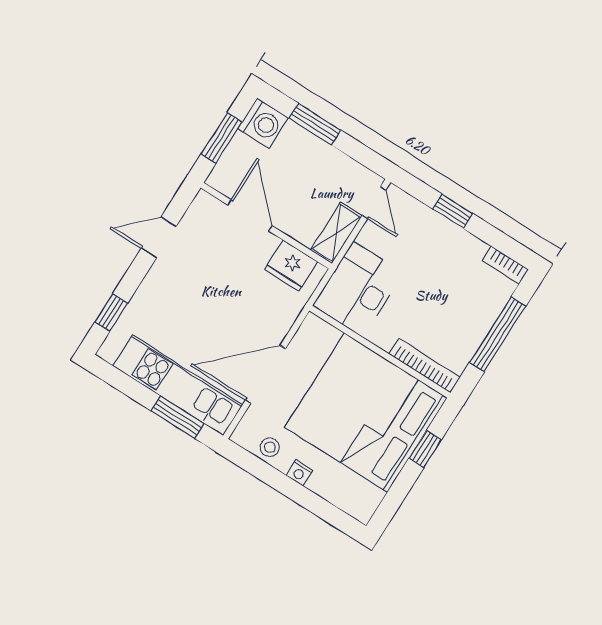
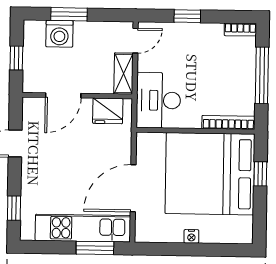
washing machine: (263, 123) -> (59, 34), moved, turned 90
window: (222, 138) -> (16, 58), width x0.67
door: (374, 203) -> (135, 41), hinge flipped
door: (250, 215) -> (63, 95), swing flipped
stool: (270, 447) -> (163, 232), removed

